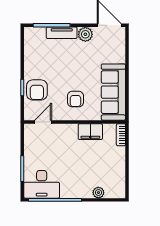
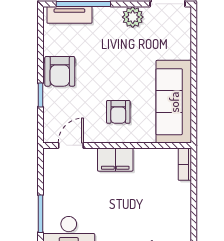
tv unit: (62, 33) -> (69, 15), moved
armchair: (37, 90) -> (60, 71), moved
filing cabinet: (90, 132) -> (115, 160), moved

